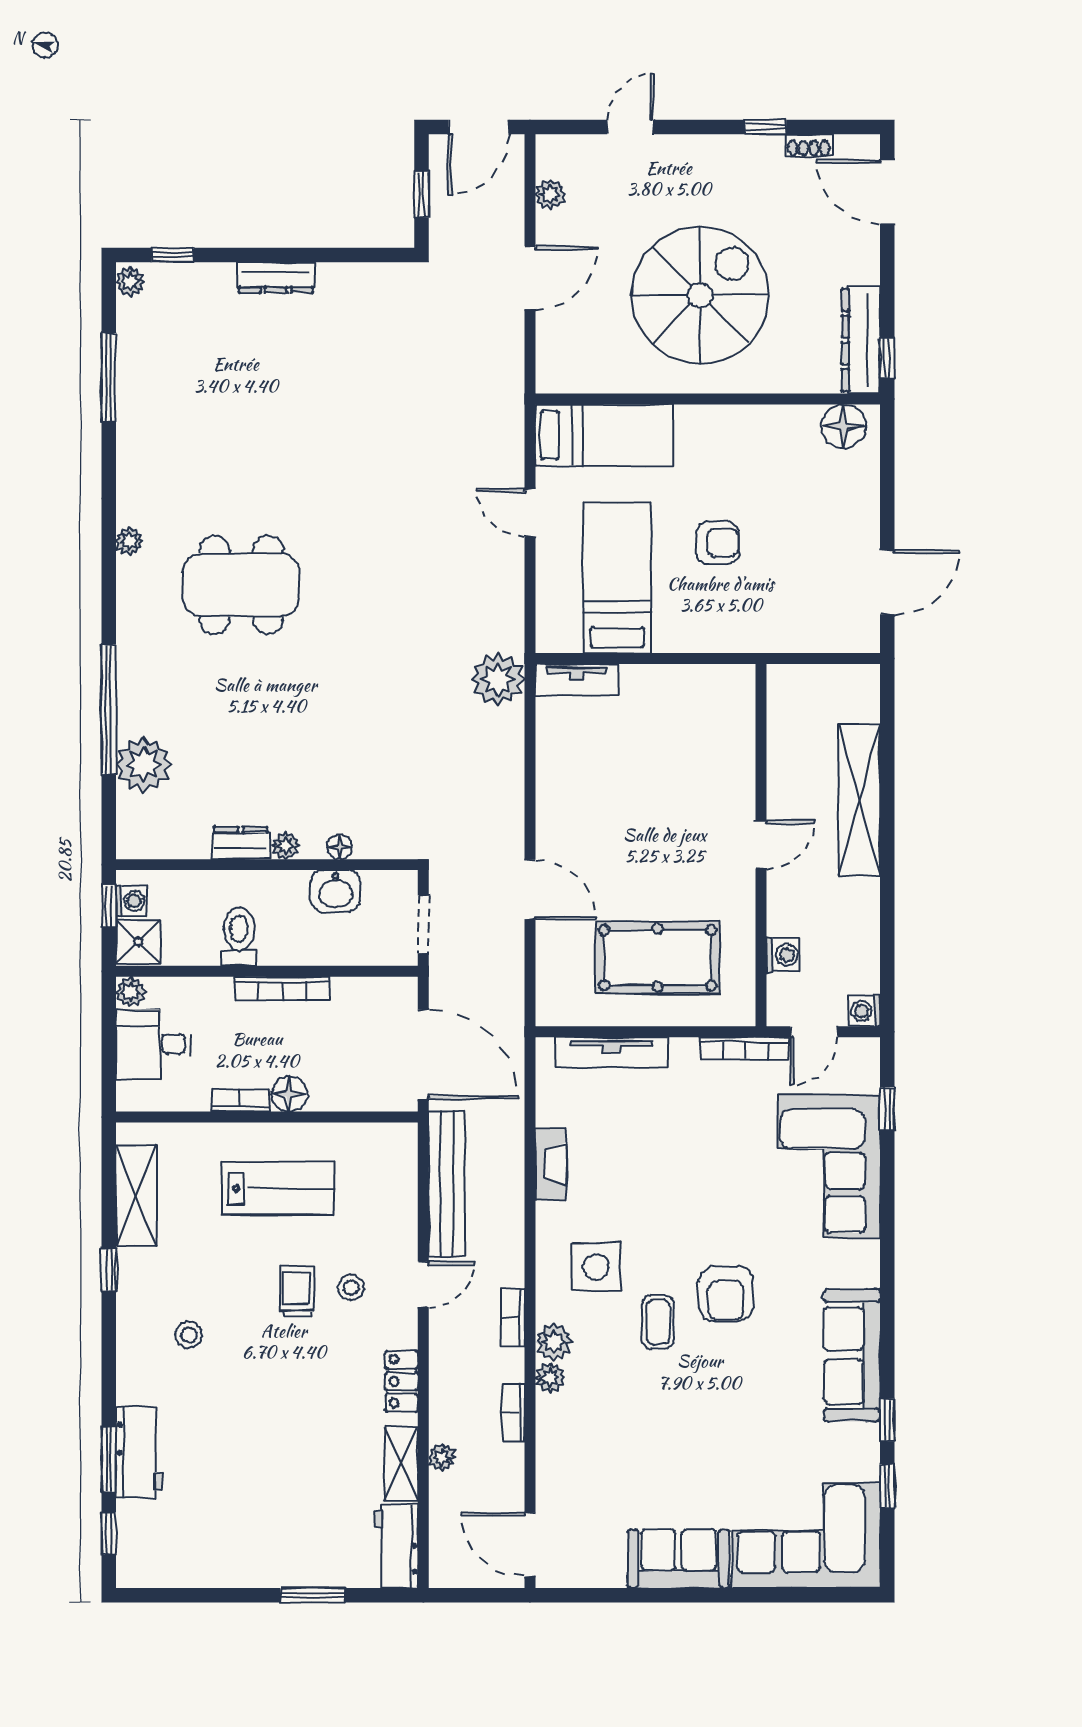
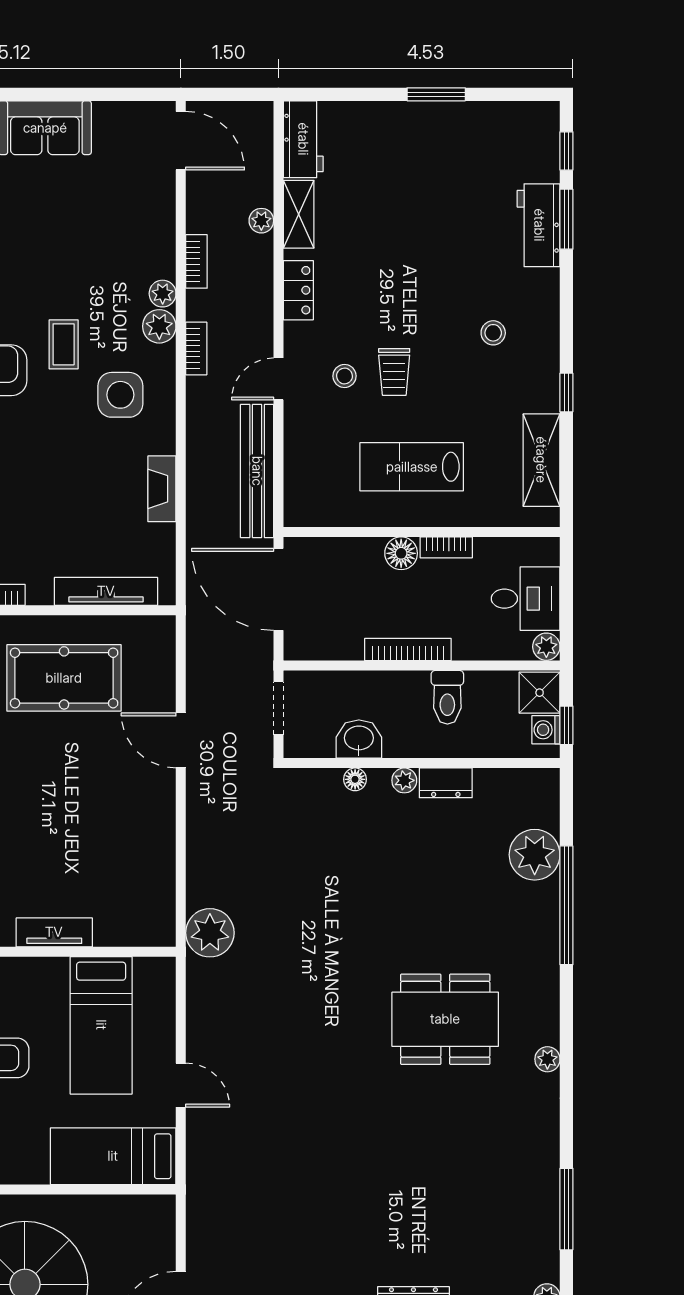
tv unit: (577, 680) -> (54, 932), moved
window: (313, 1595) -> (436, 94), moved

